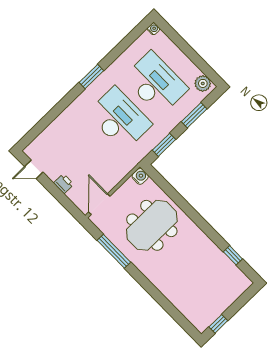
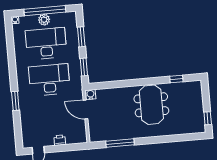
window: (190, 53) -> (45, 11), added
window: (91, 77) -> (15, 101), moved
plant: (203, 83) -> (44, 20), moved
door: (99, 204) -> (86, 109), moved
meeting table: (152, 225) -> (151, 105), moved

